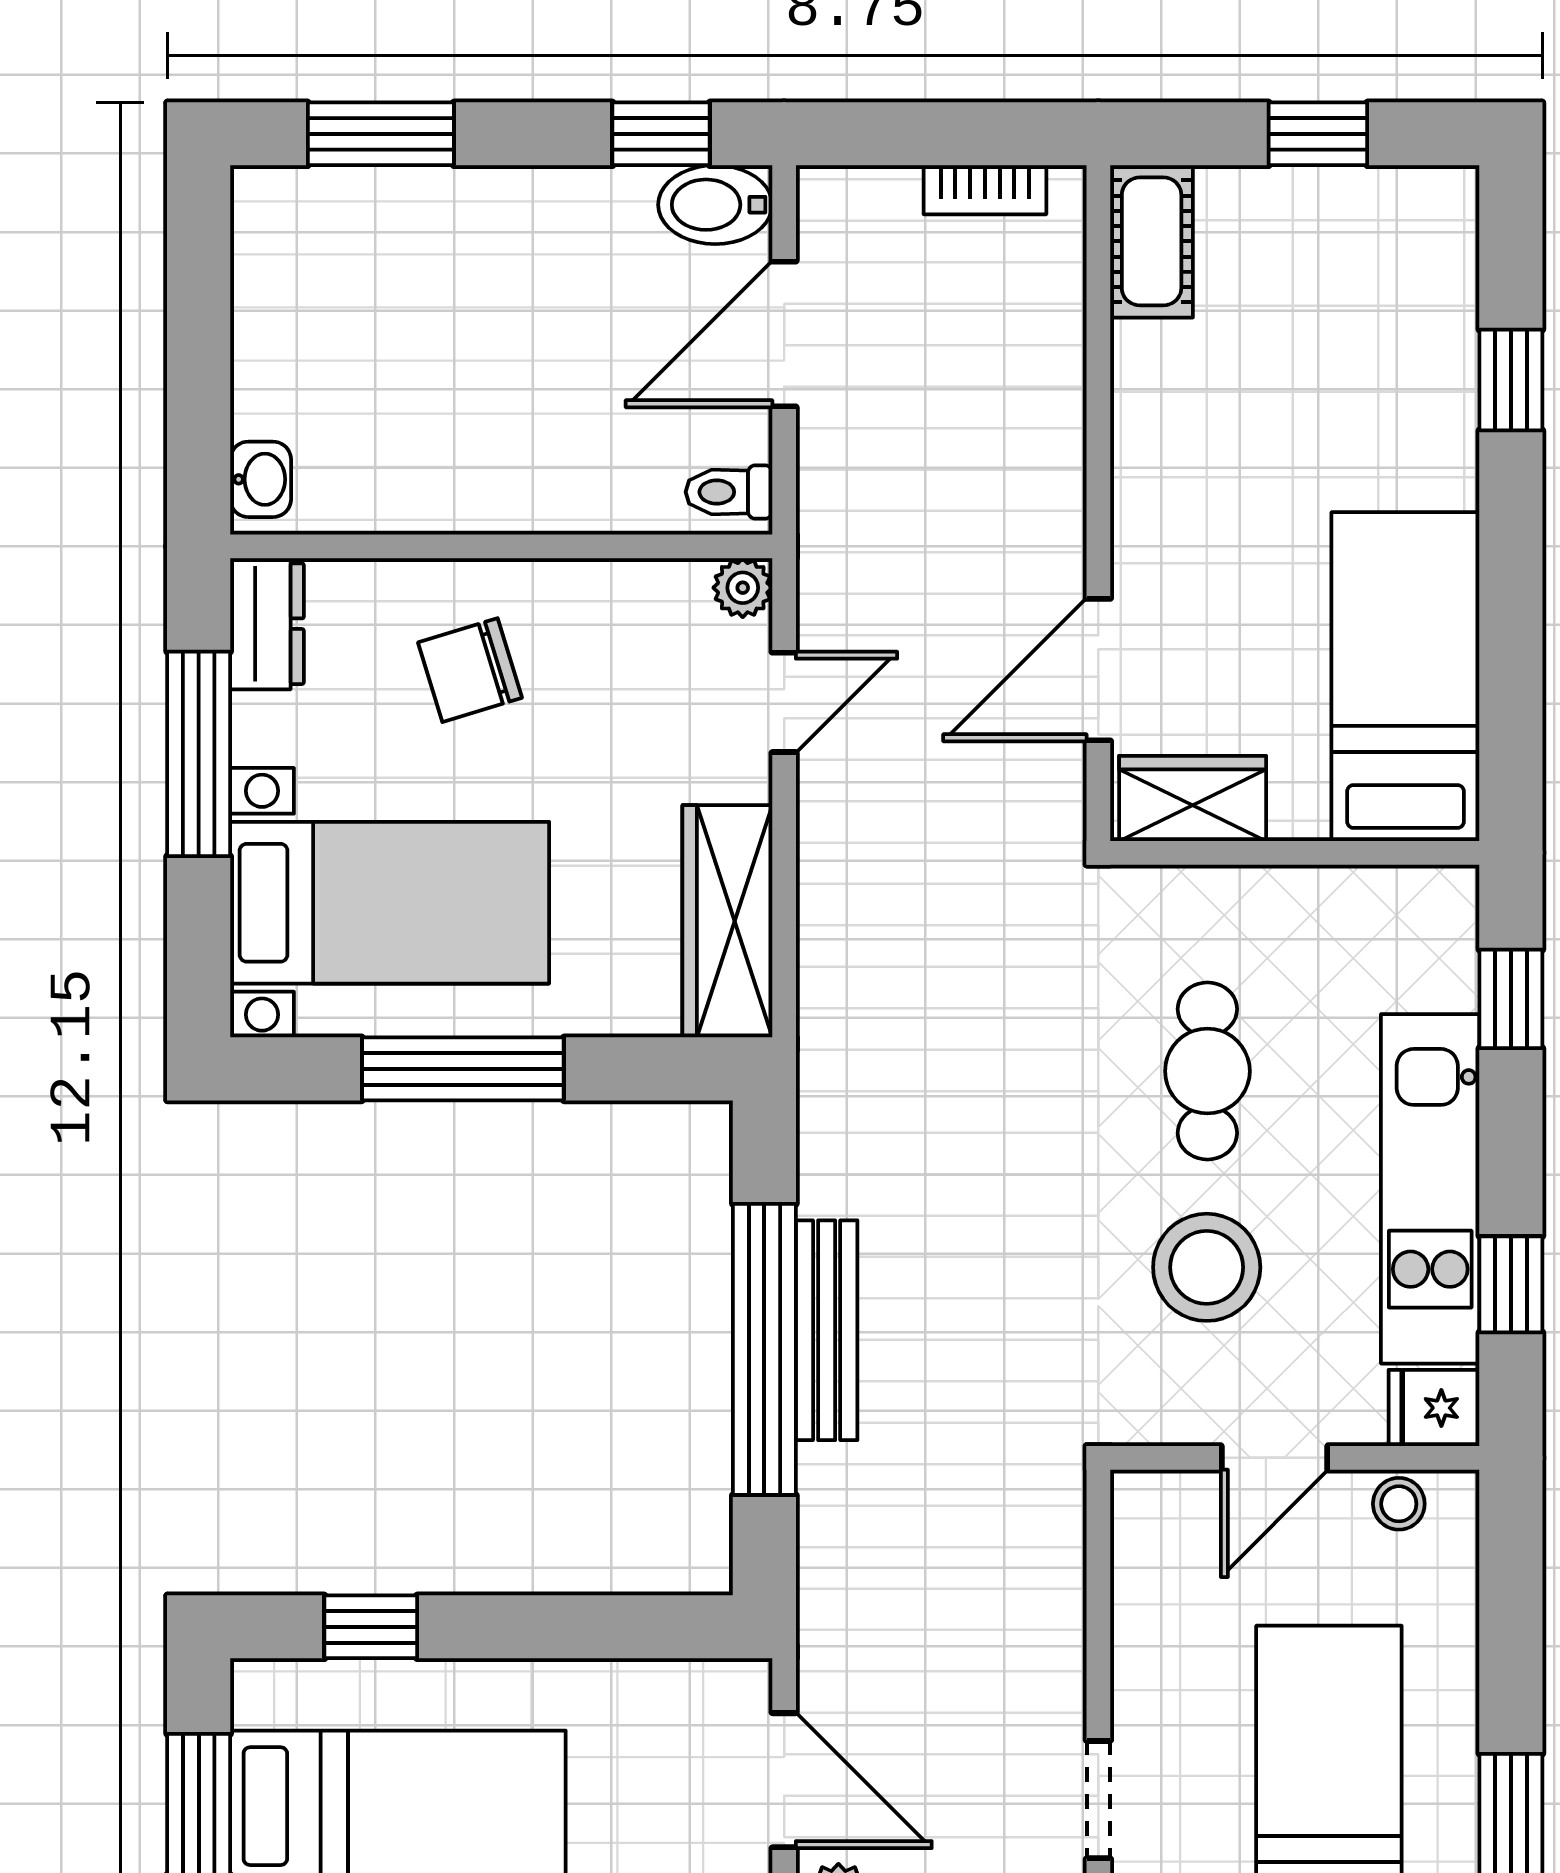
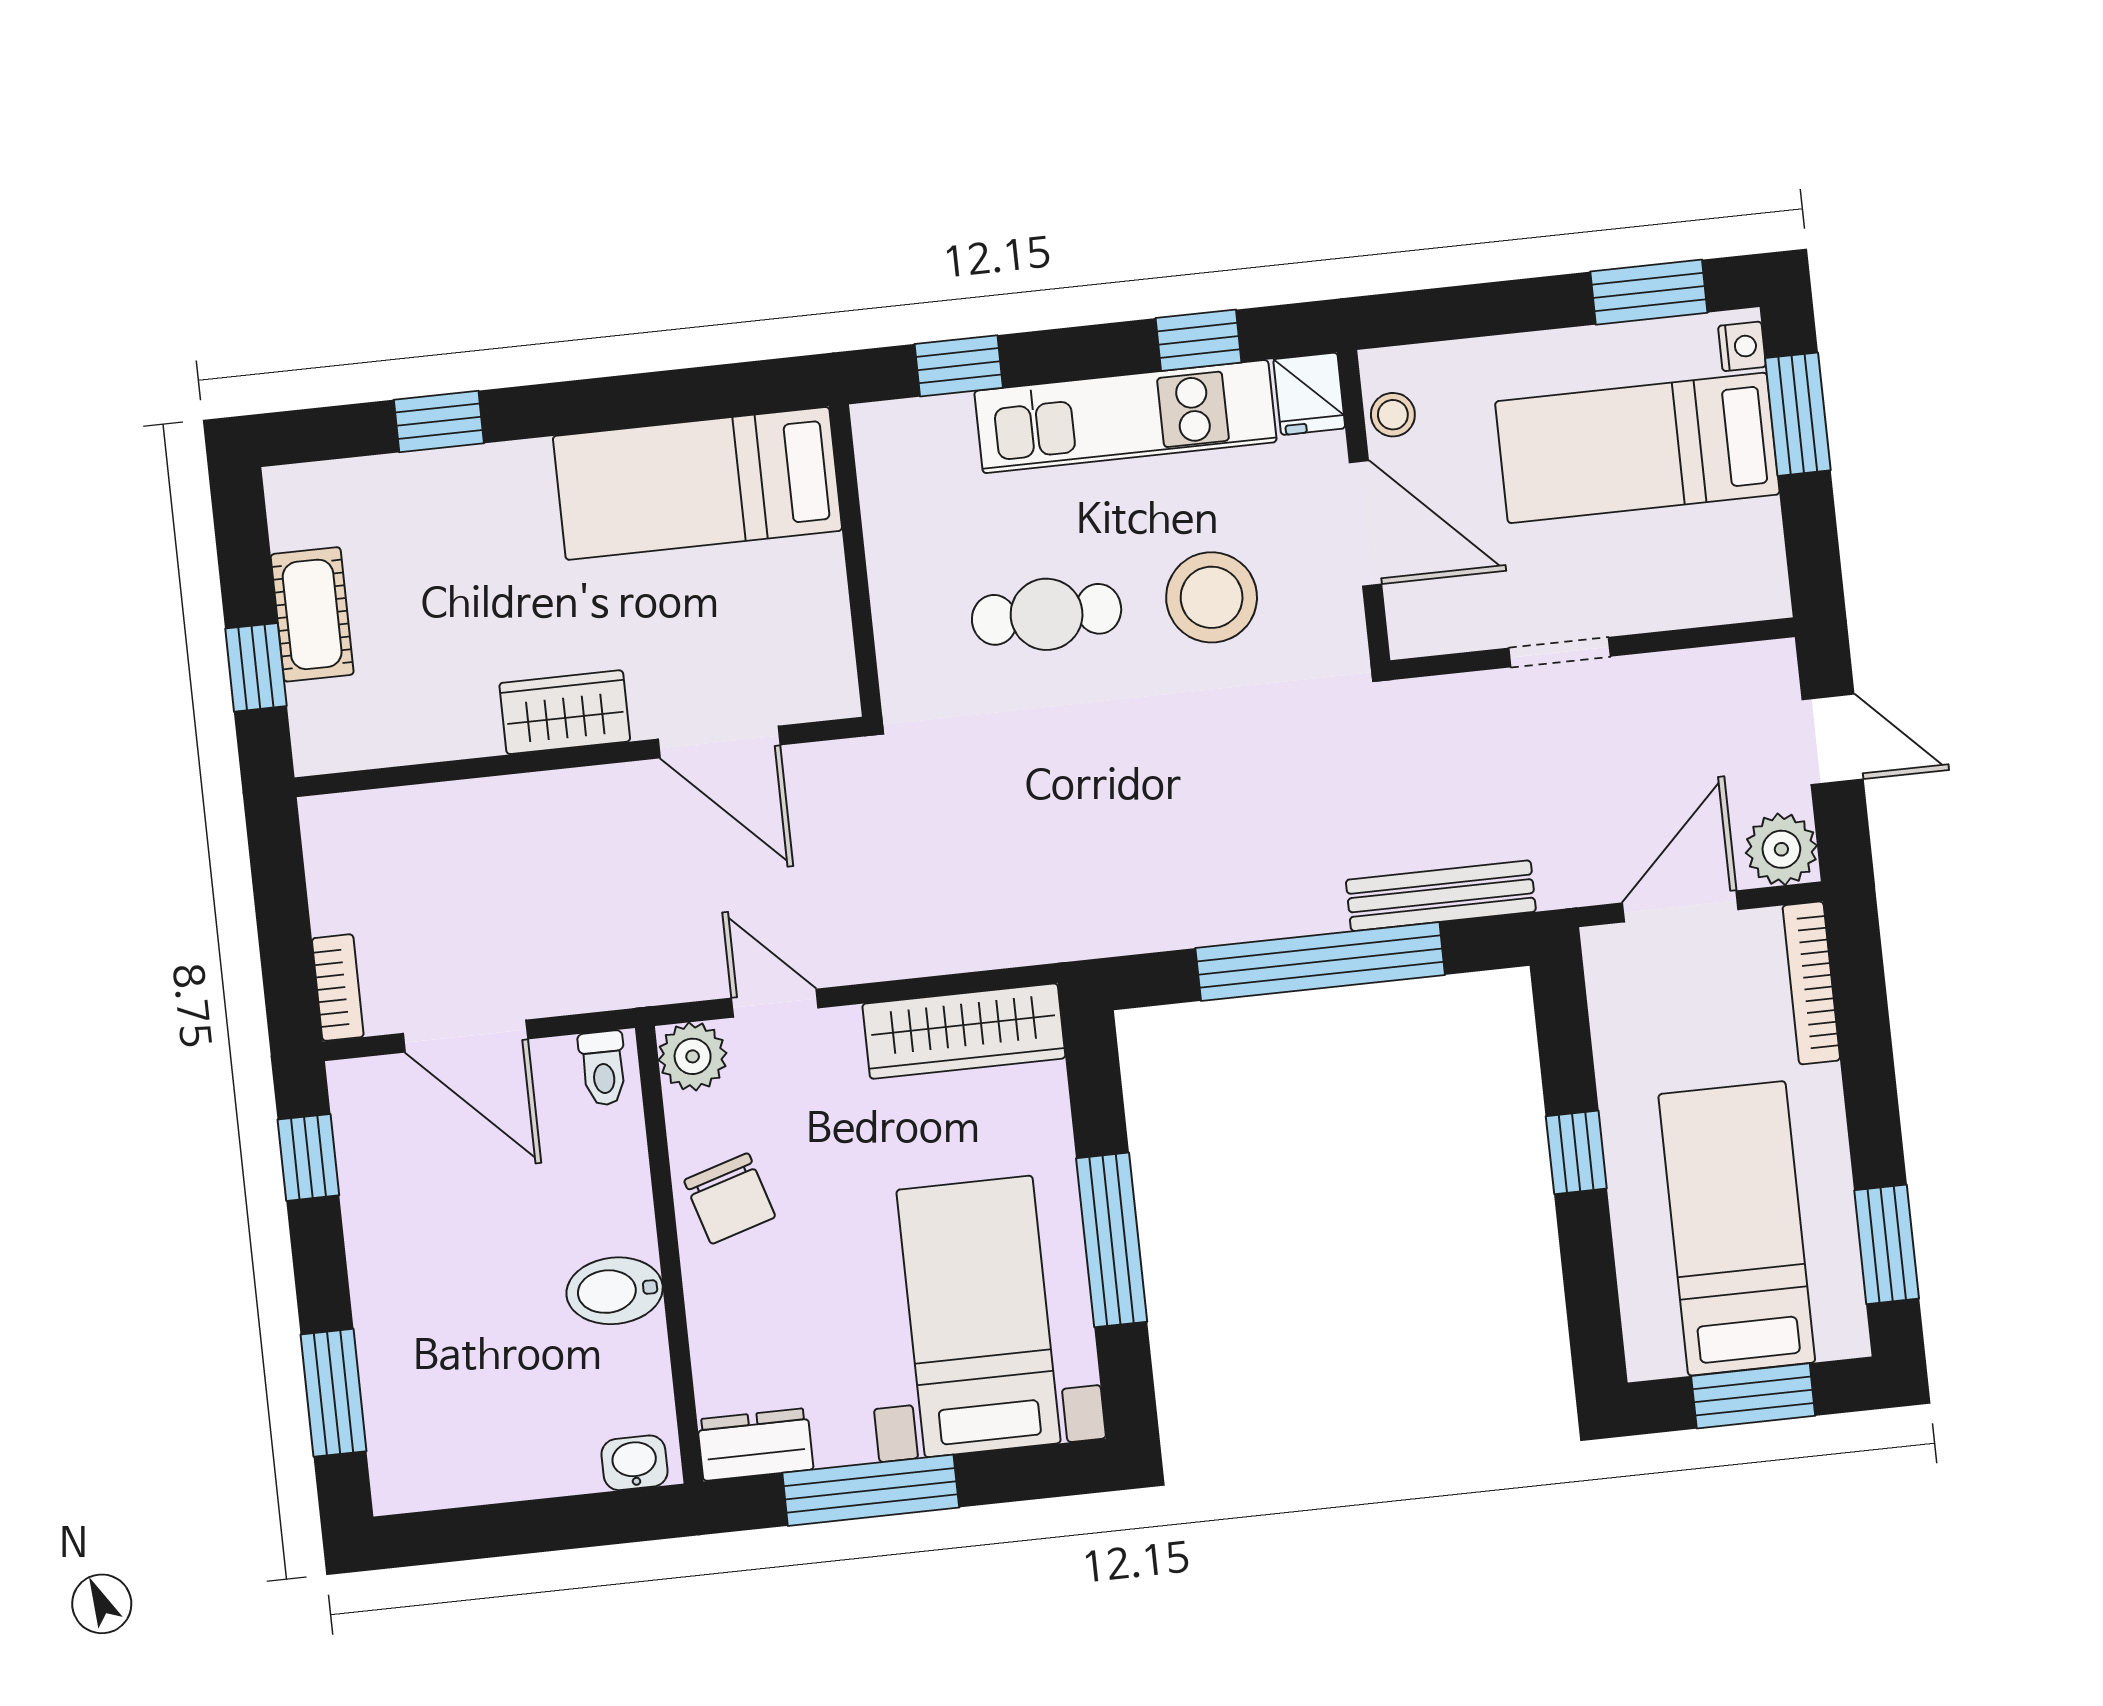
window: (1318, 134) -> (256, 667), moved
bookcase: (985, 190) -> (338, 988), moved
bidet: (715, 205) -> (615, 1291), moved, turned 90
cot: (1152, 241) -> (312, 614), moved, turned 90
plant: (743, 588) -> (693, 1056), width x1.38, depth x1.38
chair: (470, 670) -> (730, 1199), moved
wardrobe: (1193, 798) -> (565, 712), moved, turned 90
bench: (827, 1330) -> (1441, 896), moved
door: (1275, 1458) -> (1365, 523), width x1.38
window: (371, 1627) -> (1576, 1152), moved
doorway: (1098, 1800) -> (1560, 652), moved

